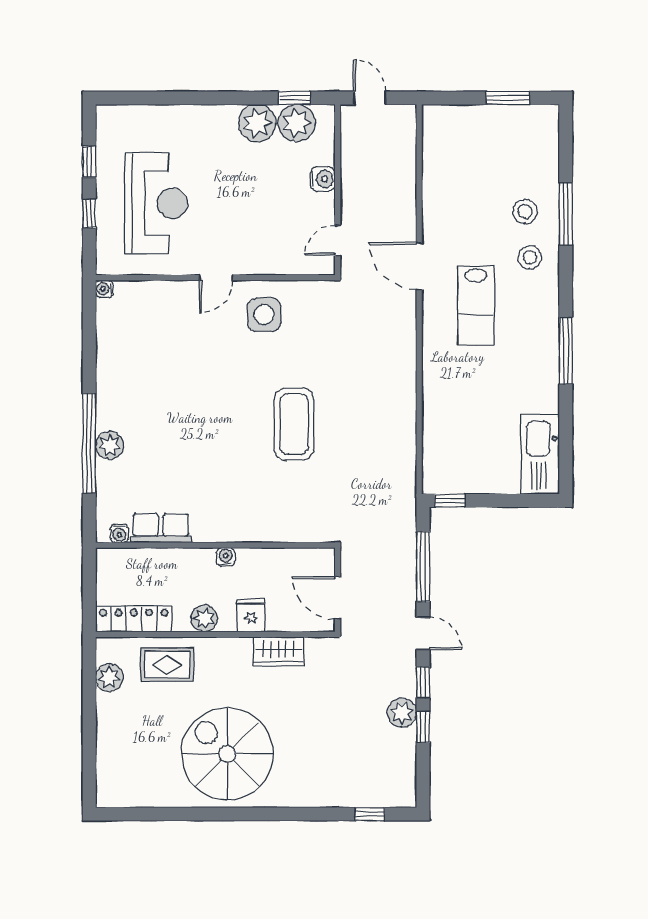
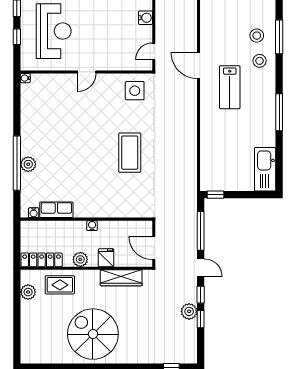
side table: (264, 315) -> (135, 91), moved
wardrobe: (278, 652) -> (121, 278), width x1.50

